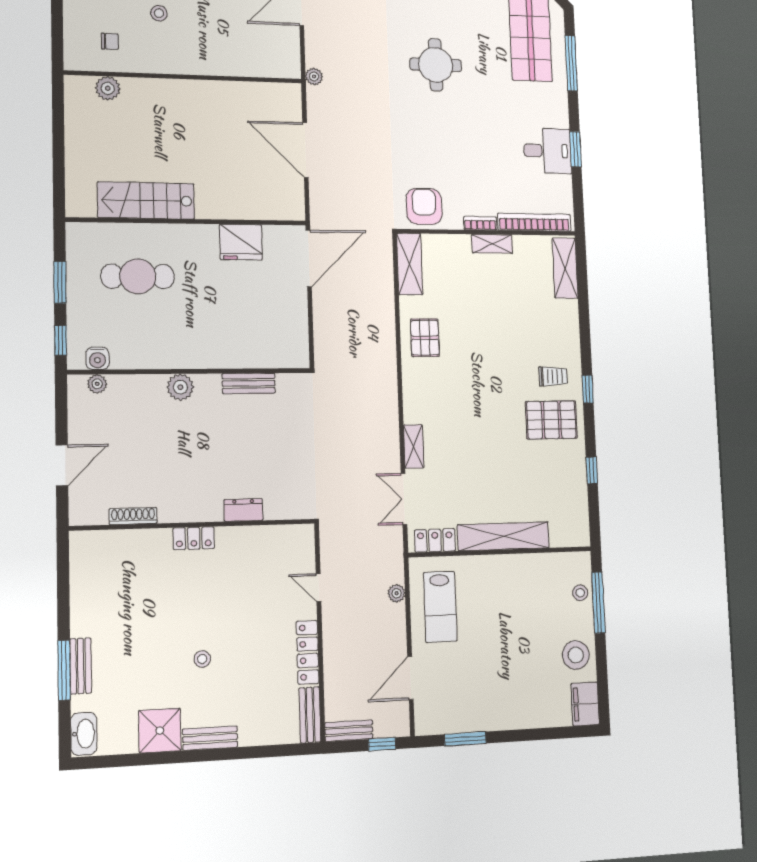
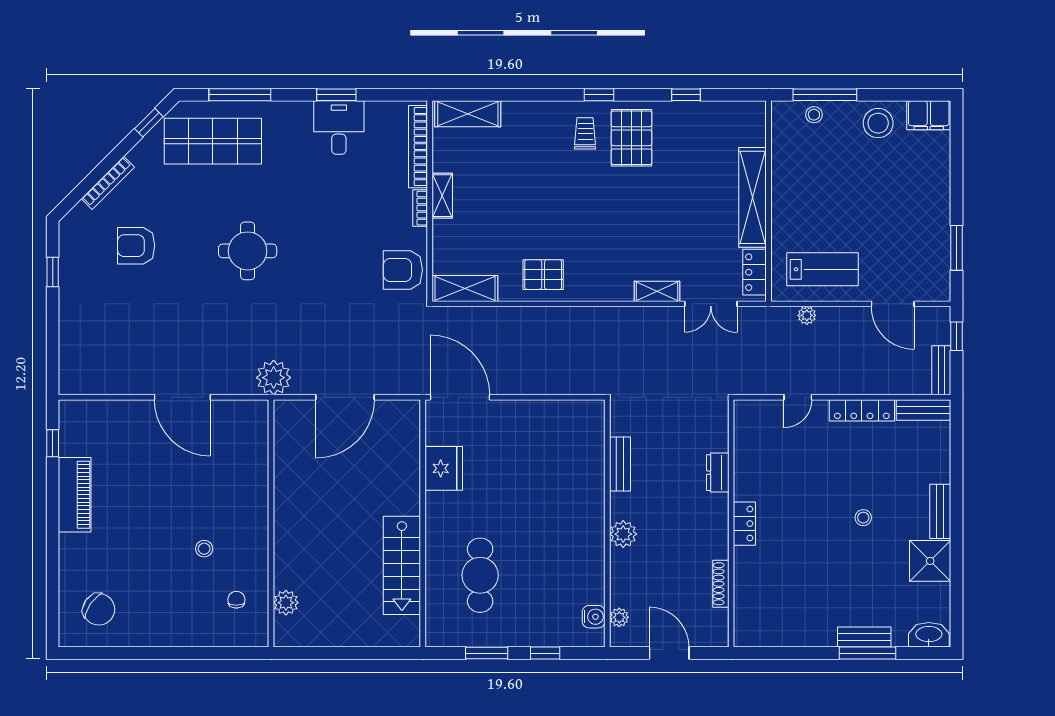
plant: (314, 76) -> (274, 378), width x1.87, depth x1.87
water cooler: (98, 358) -> (594, 617), moved
wall: (190, 371) -> (607, 523), moved
bench: (249, 383) -> (620, 464), moved
plant: (97, 384) -> (619, 617), moved
plant: (180, 387) -> (623, 534), moved

